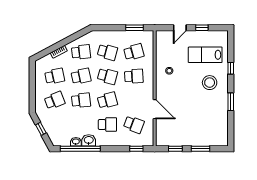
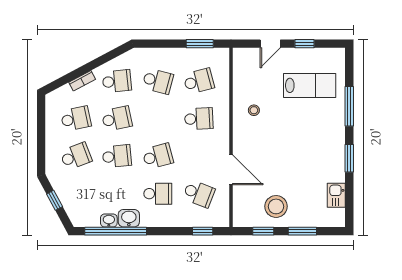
lab bench: (205, 55) -> (310, 85), turned 180
window: (231, 68) -> (349, 106), width x2.17
school desk: (107, 76) -> (158, 119), removed
stool: (210, 83) -> (276, 206), moved
kitchen sink: (222, 126) -> (336, 195), added

